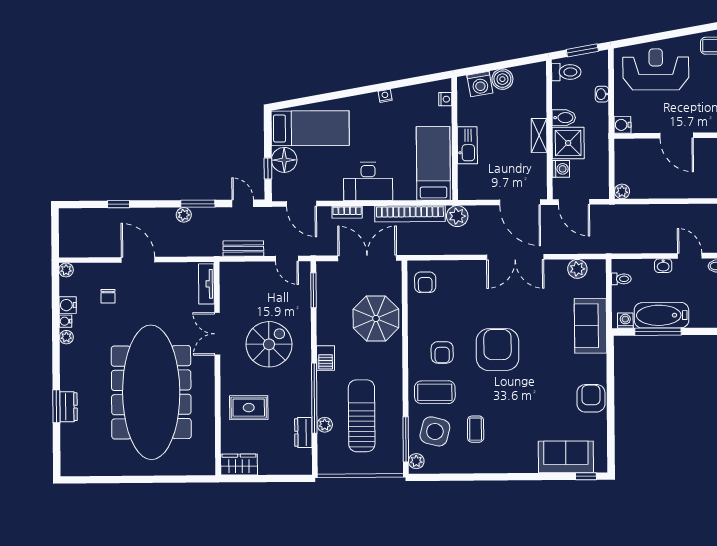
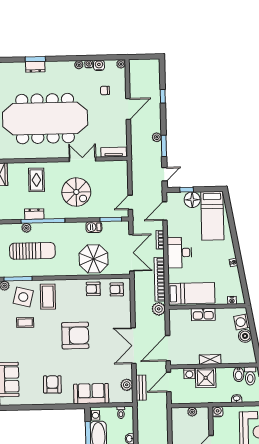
bidet: (564, 118) -> (239, 374), moved
plant: (622, 191) -> (192, 412), moved
bench: (243, 249) -> (141, 388), moved
armchair: (442, 352) -> (93, 289), moved
barbecue: (326, 358) -> (94, 227), moved
armchair: (591, 398) -> (52, 384), moved, turned -89
dresser: (303, 432) -> (34, 214), moved

